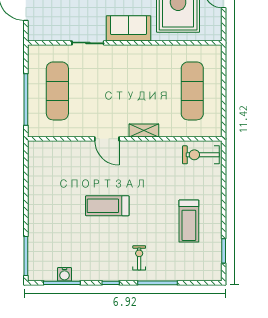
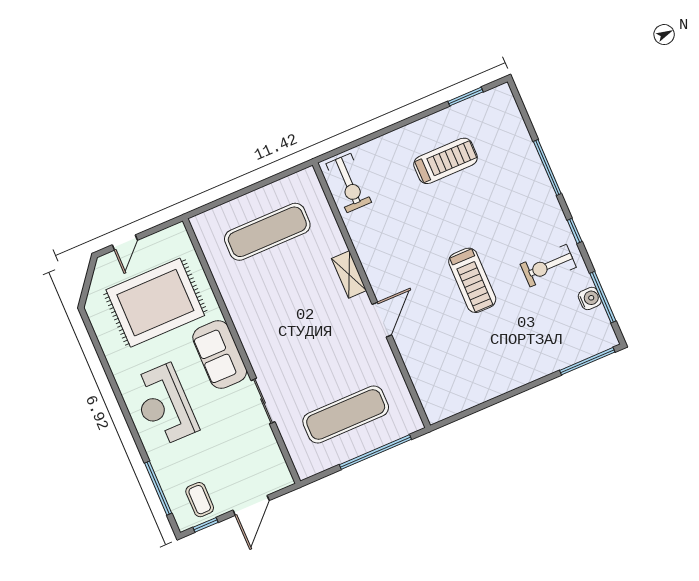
exercise bike: (139, 258) -> (548, 266), moved, width x1.38, depth x1.39

